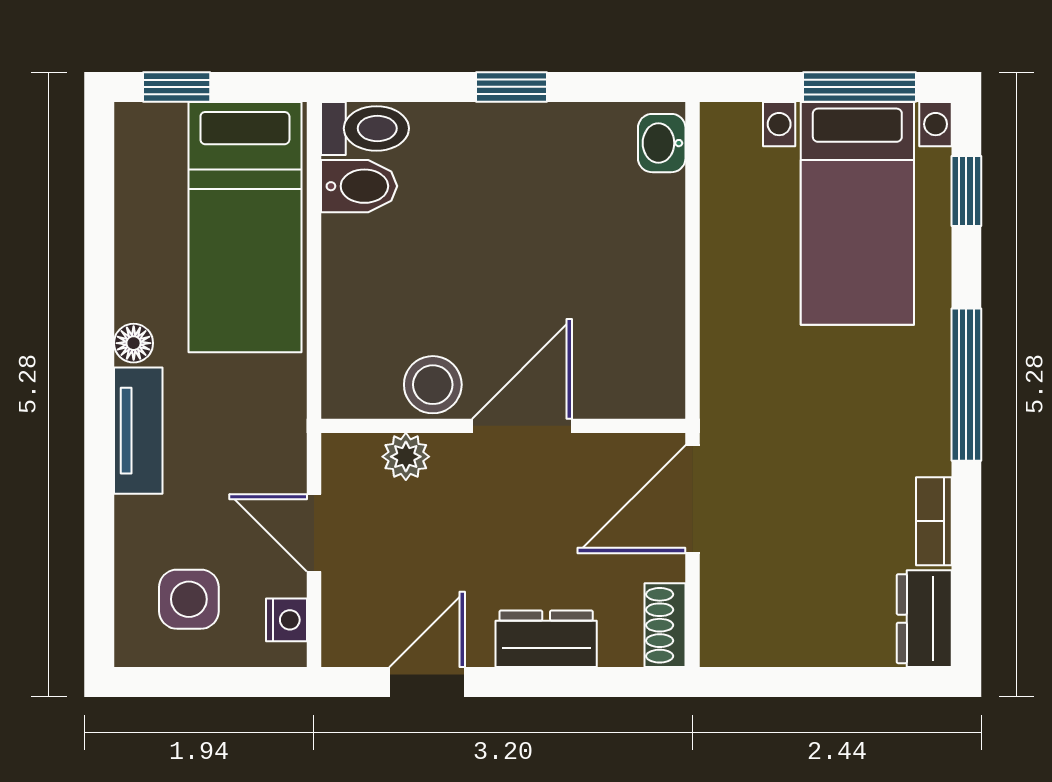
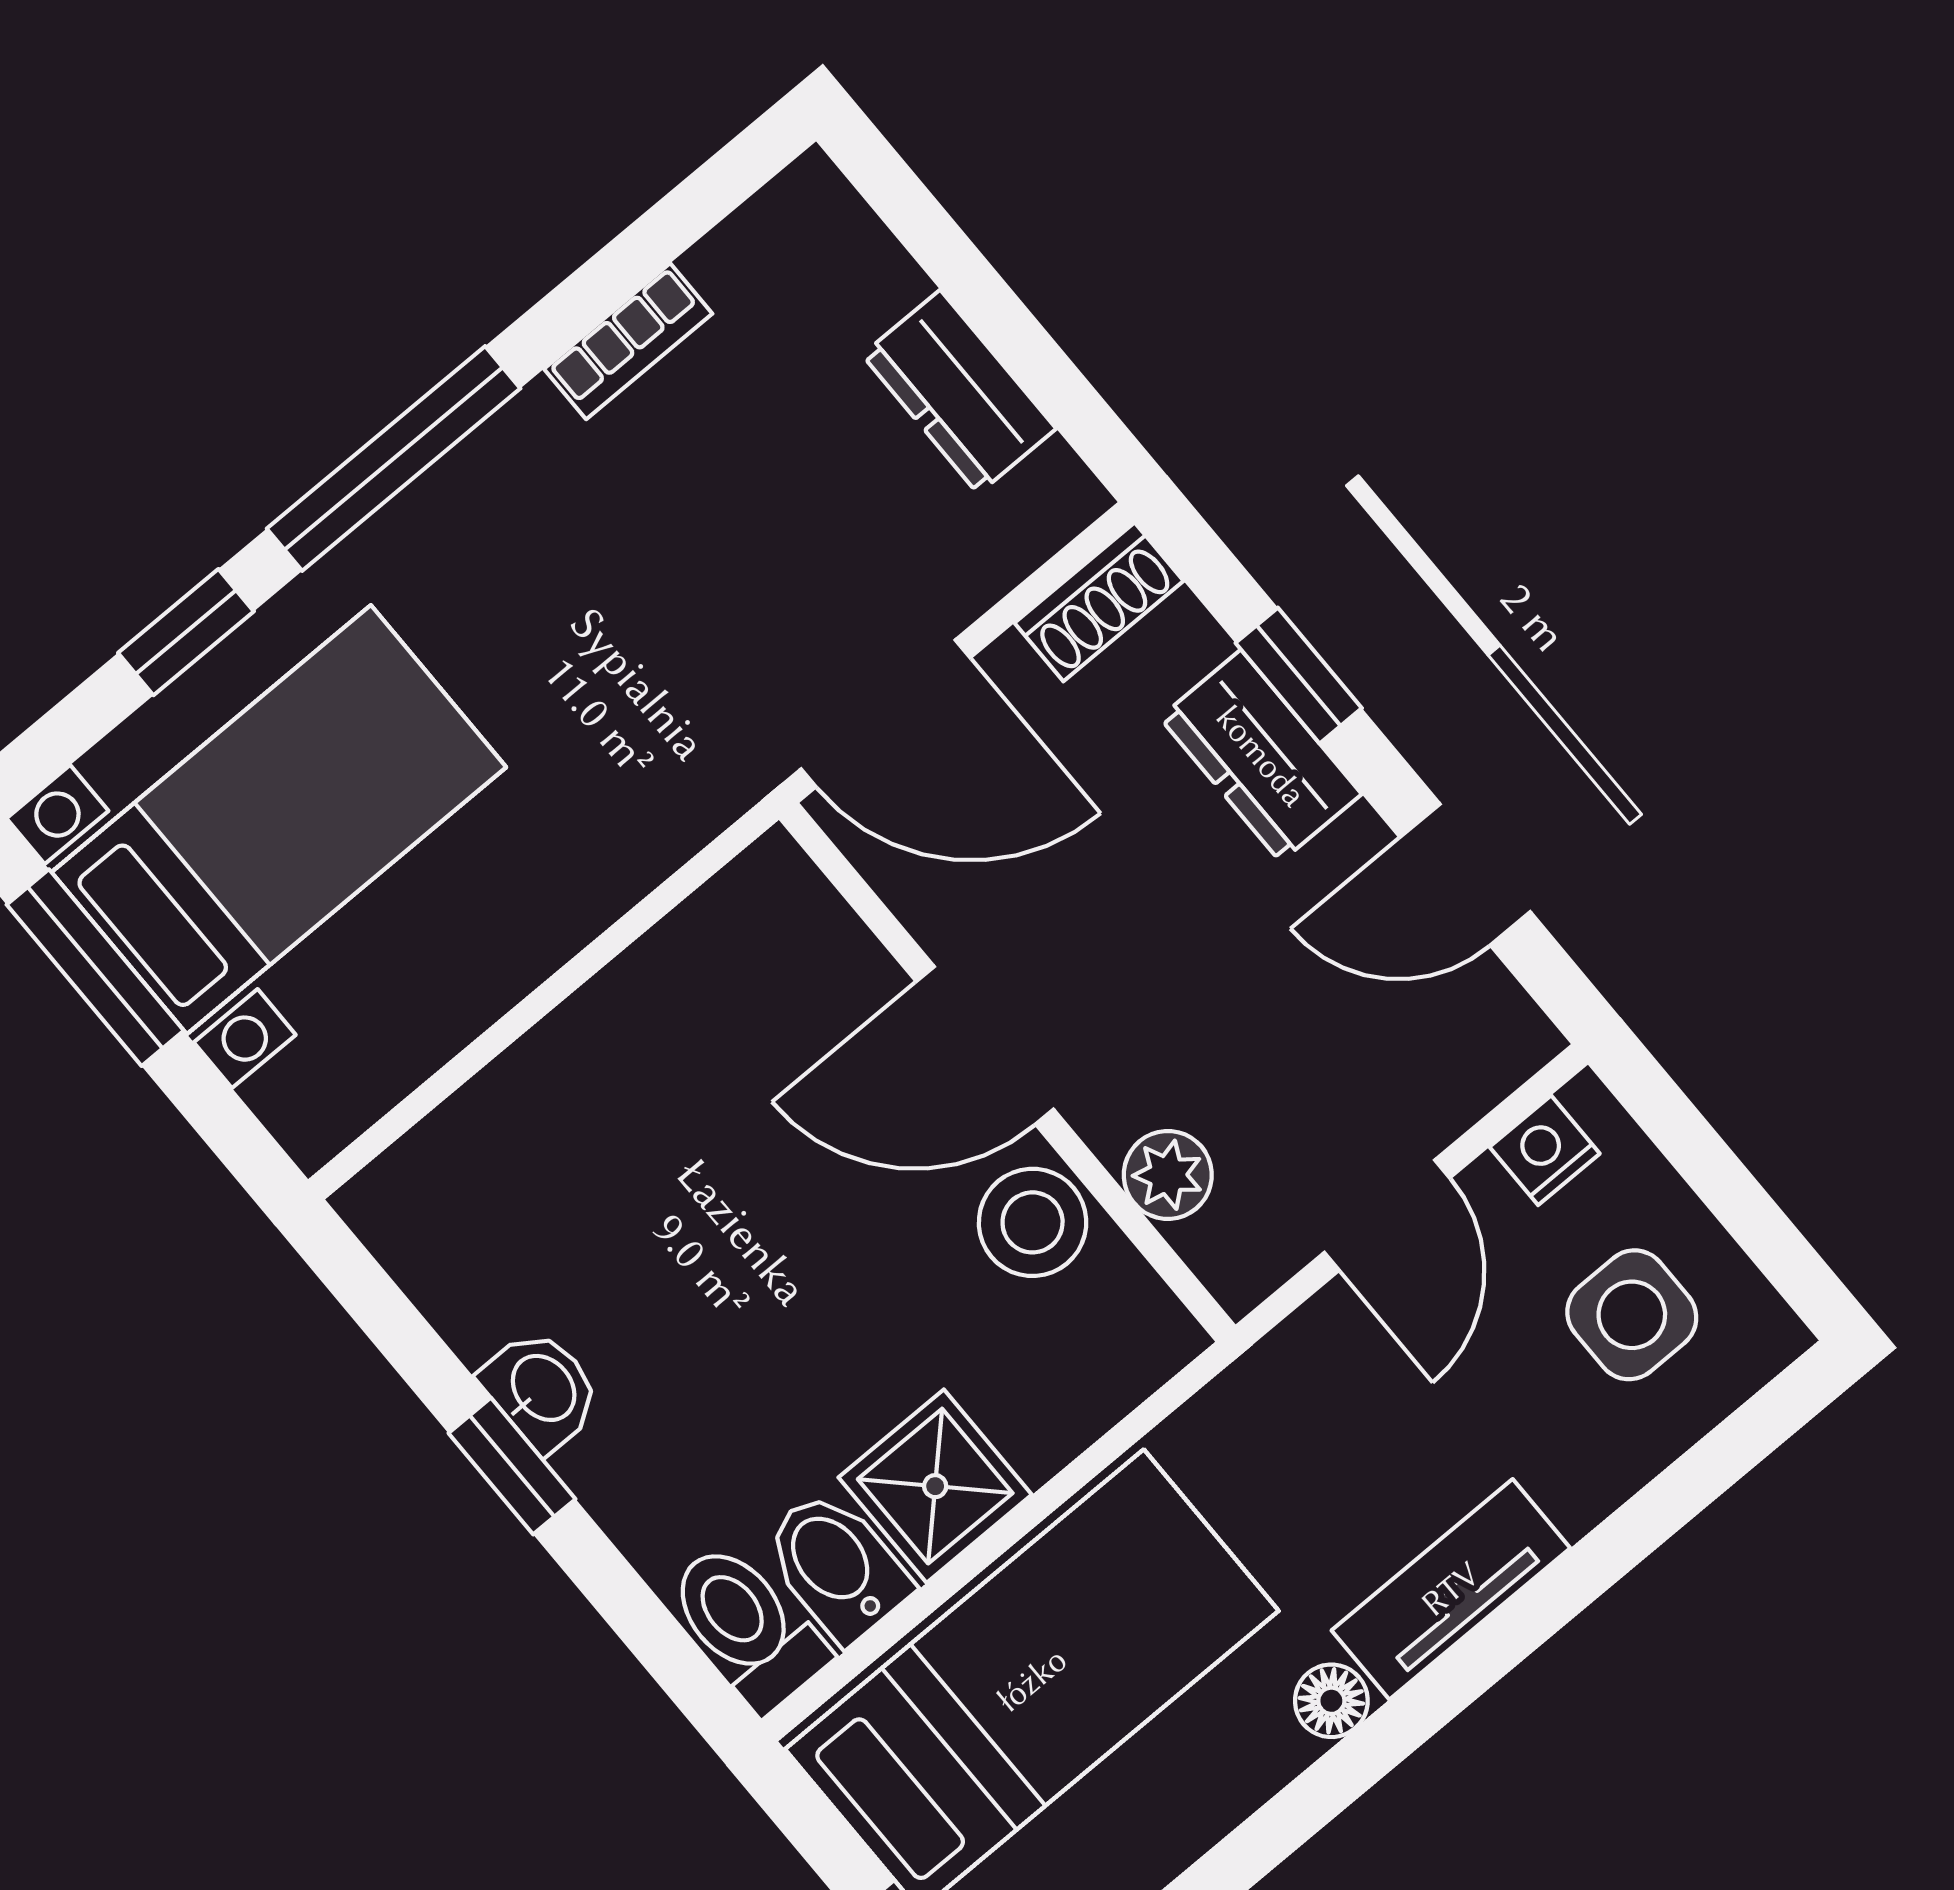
washbasin: (662, 143) -> (542, 1390), moved, turned -90
window: (966, 191) -> (186, 632), moved
shower: (358, 254) -> (935, 1486), added
dresser: (924, 619) -> (959, 392), moved, turned 90
window: (566, 682) -> (1299, 676), added

